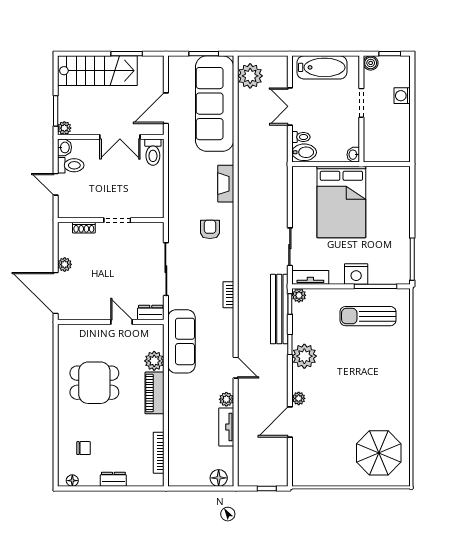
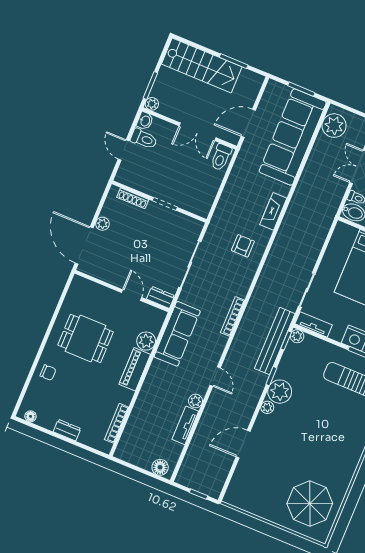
shoe rack: (84, 228) -> (133, 198), width x1.43
bookcase: (228, 295) -> (233, 316), width x1.56
plant: (299, 398) -> (267, 407), moved
chair: (84, 448) -> (48, 373), moved

